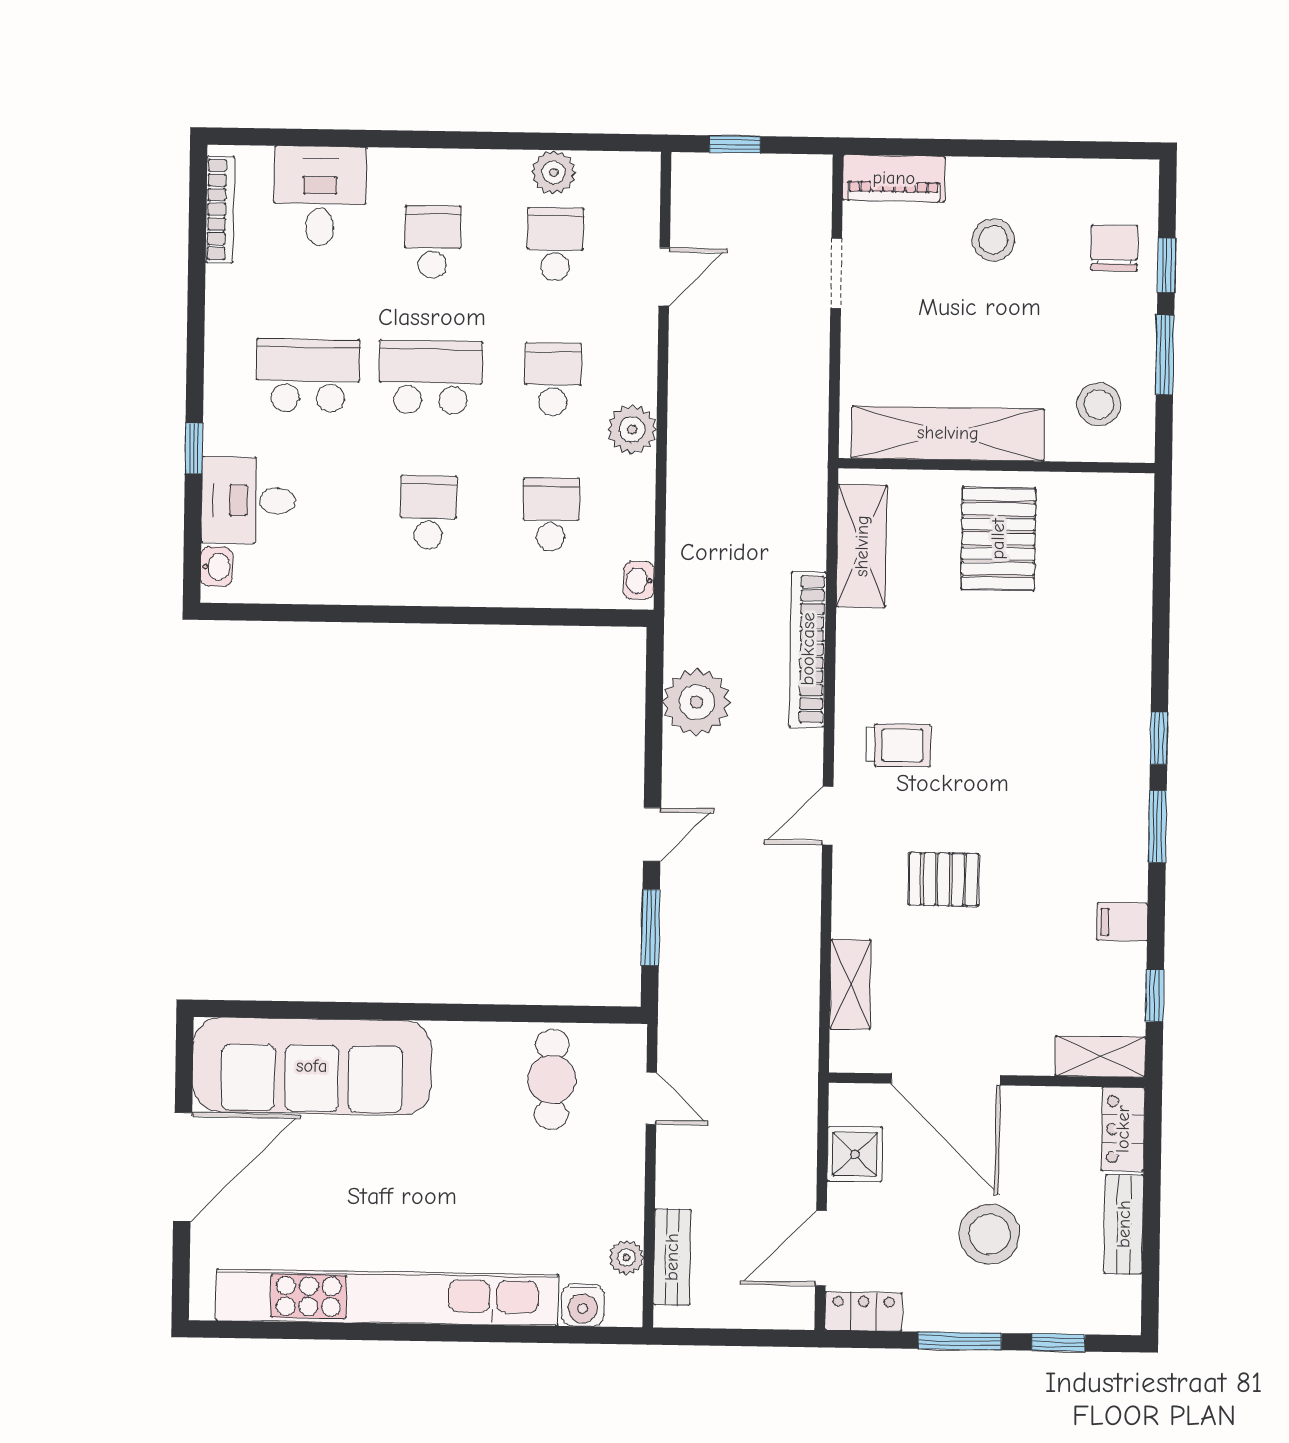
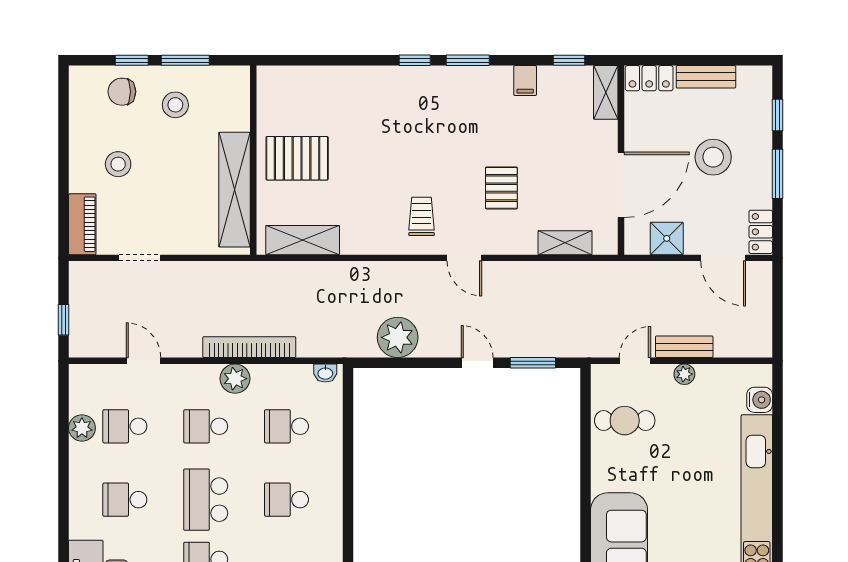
stool: (1099, 404) -> (175, 105), moved
bookcase: (808, 649) -> (249, 347), moved, turned 180
plant: (626, 1257) -> (684, 374), moved
bench: (672, 1257) -> (684, 347), moved

